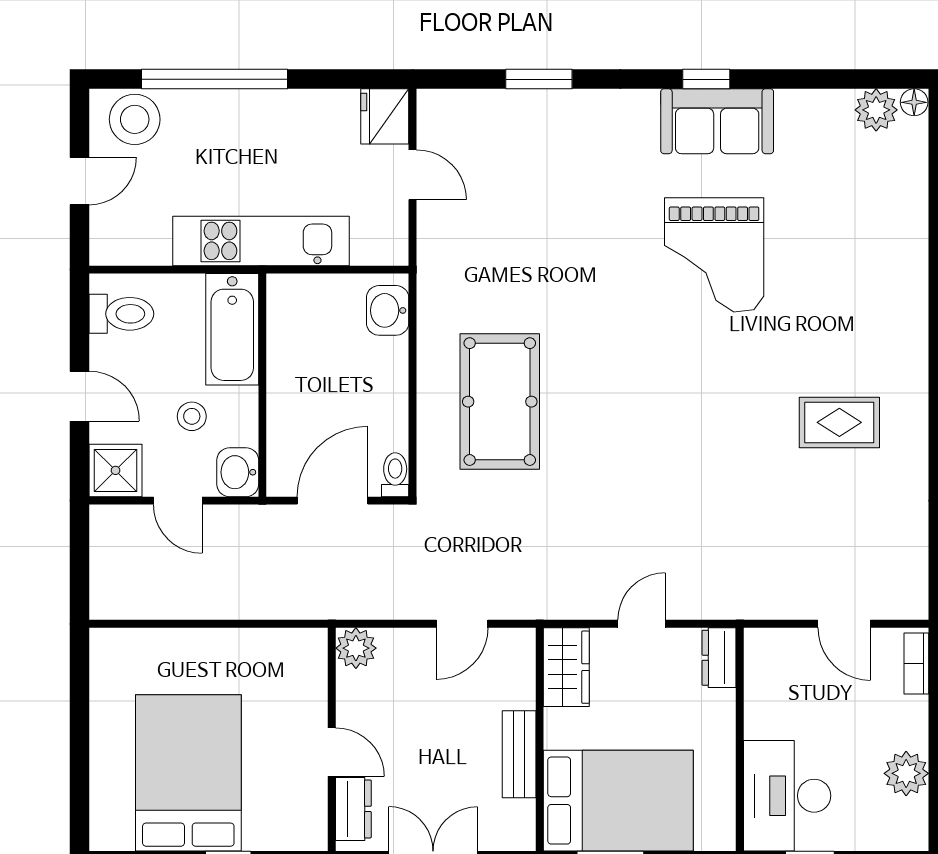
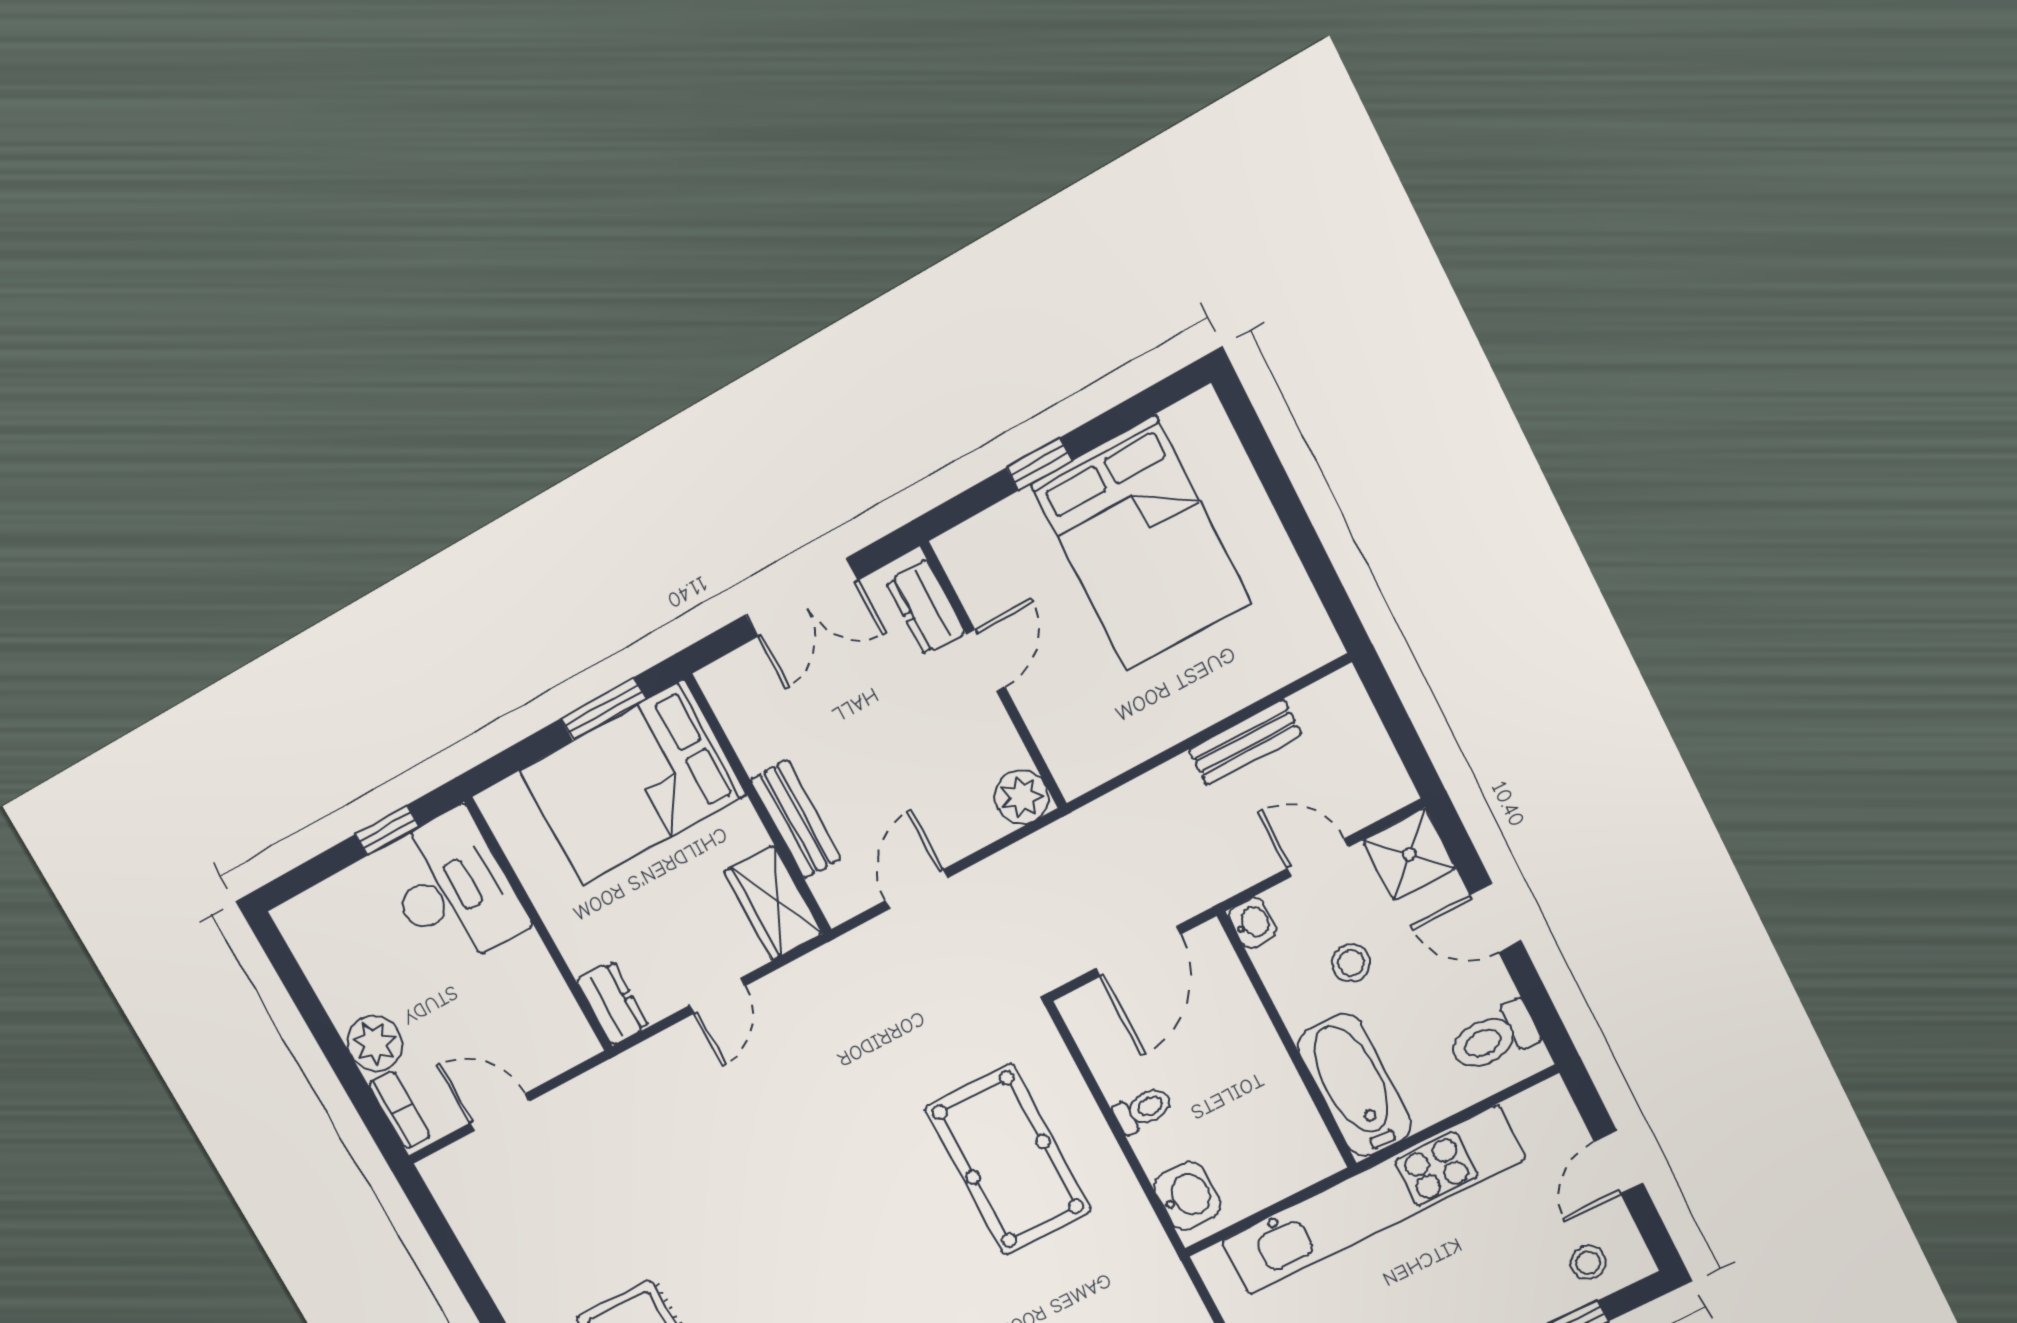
stool: (135, 119) -> (1588, 1263), width x0.53, depth x0.53
kitchen unit: (261, 241) -> (1372, 1200), width x1.36
washbasin: (238, 472) -> (1253, 923), width x0.72, depth x0.69
toilet: (395, 475) -> (1143, 1110), moved, turned -90
bench: (187, 605) -> (1245, 742), added
door: (332, 752) -> (986, 661), swing flipped
bench: (519, 754) -> (796, 819), moved
plant: (906, 773) -> (375, 1043), moved

